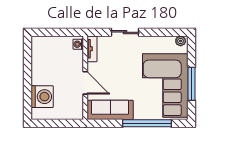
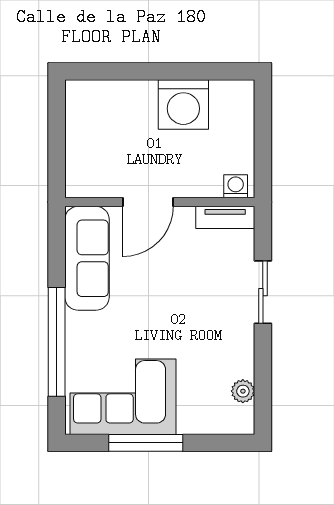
plant: (181, 41) -> (243, 391), moved
corner sofa: (165, 85) -> (123, 397), width x0.73, depth x0.74
washing machine: (42, 97) -> (183, 105), moved

